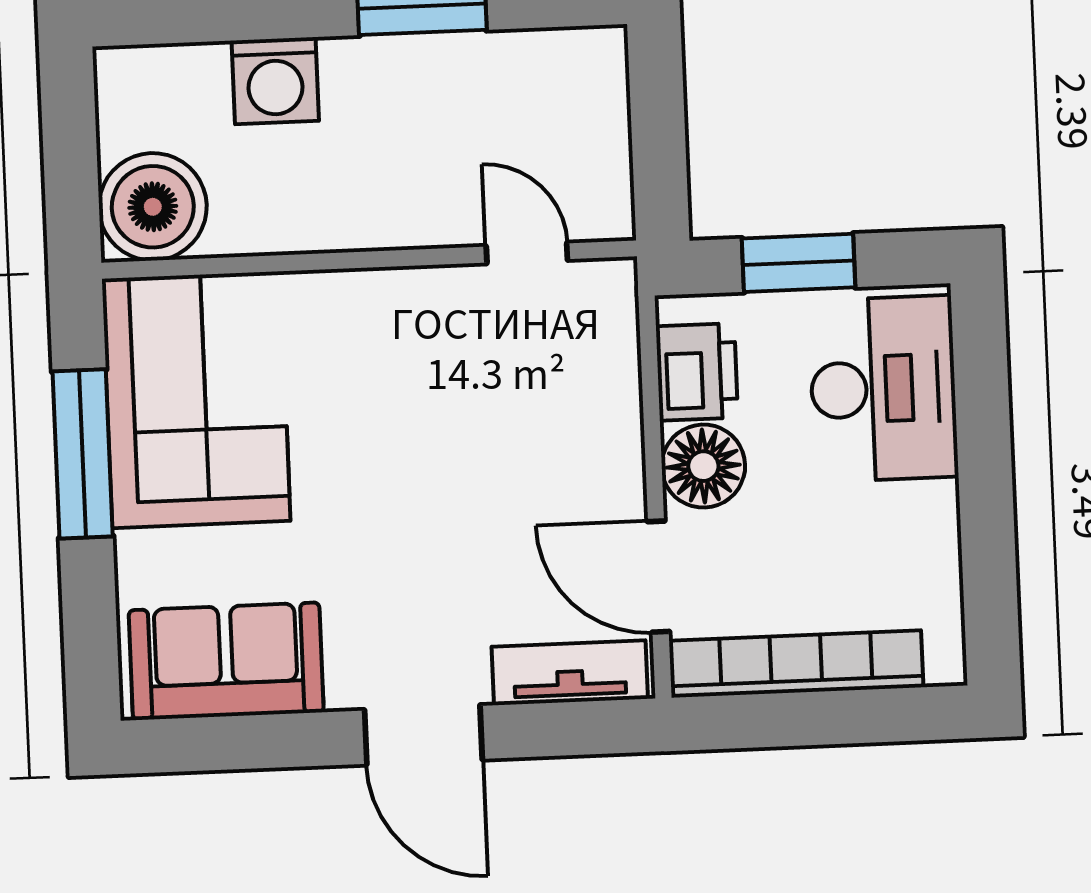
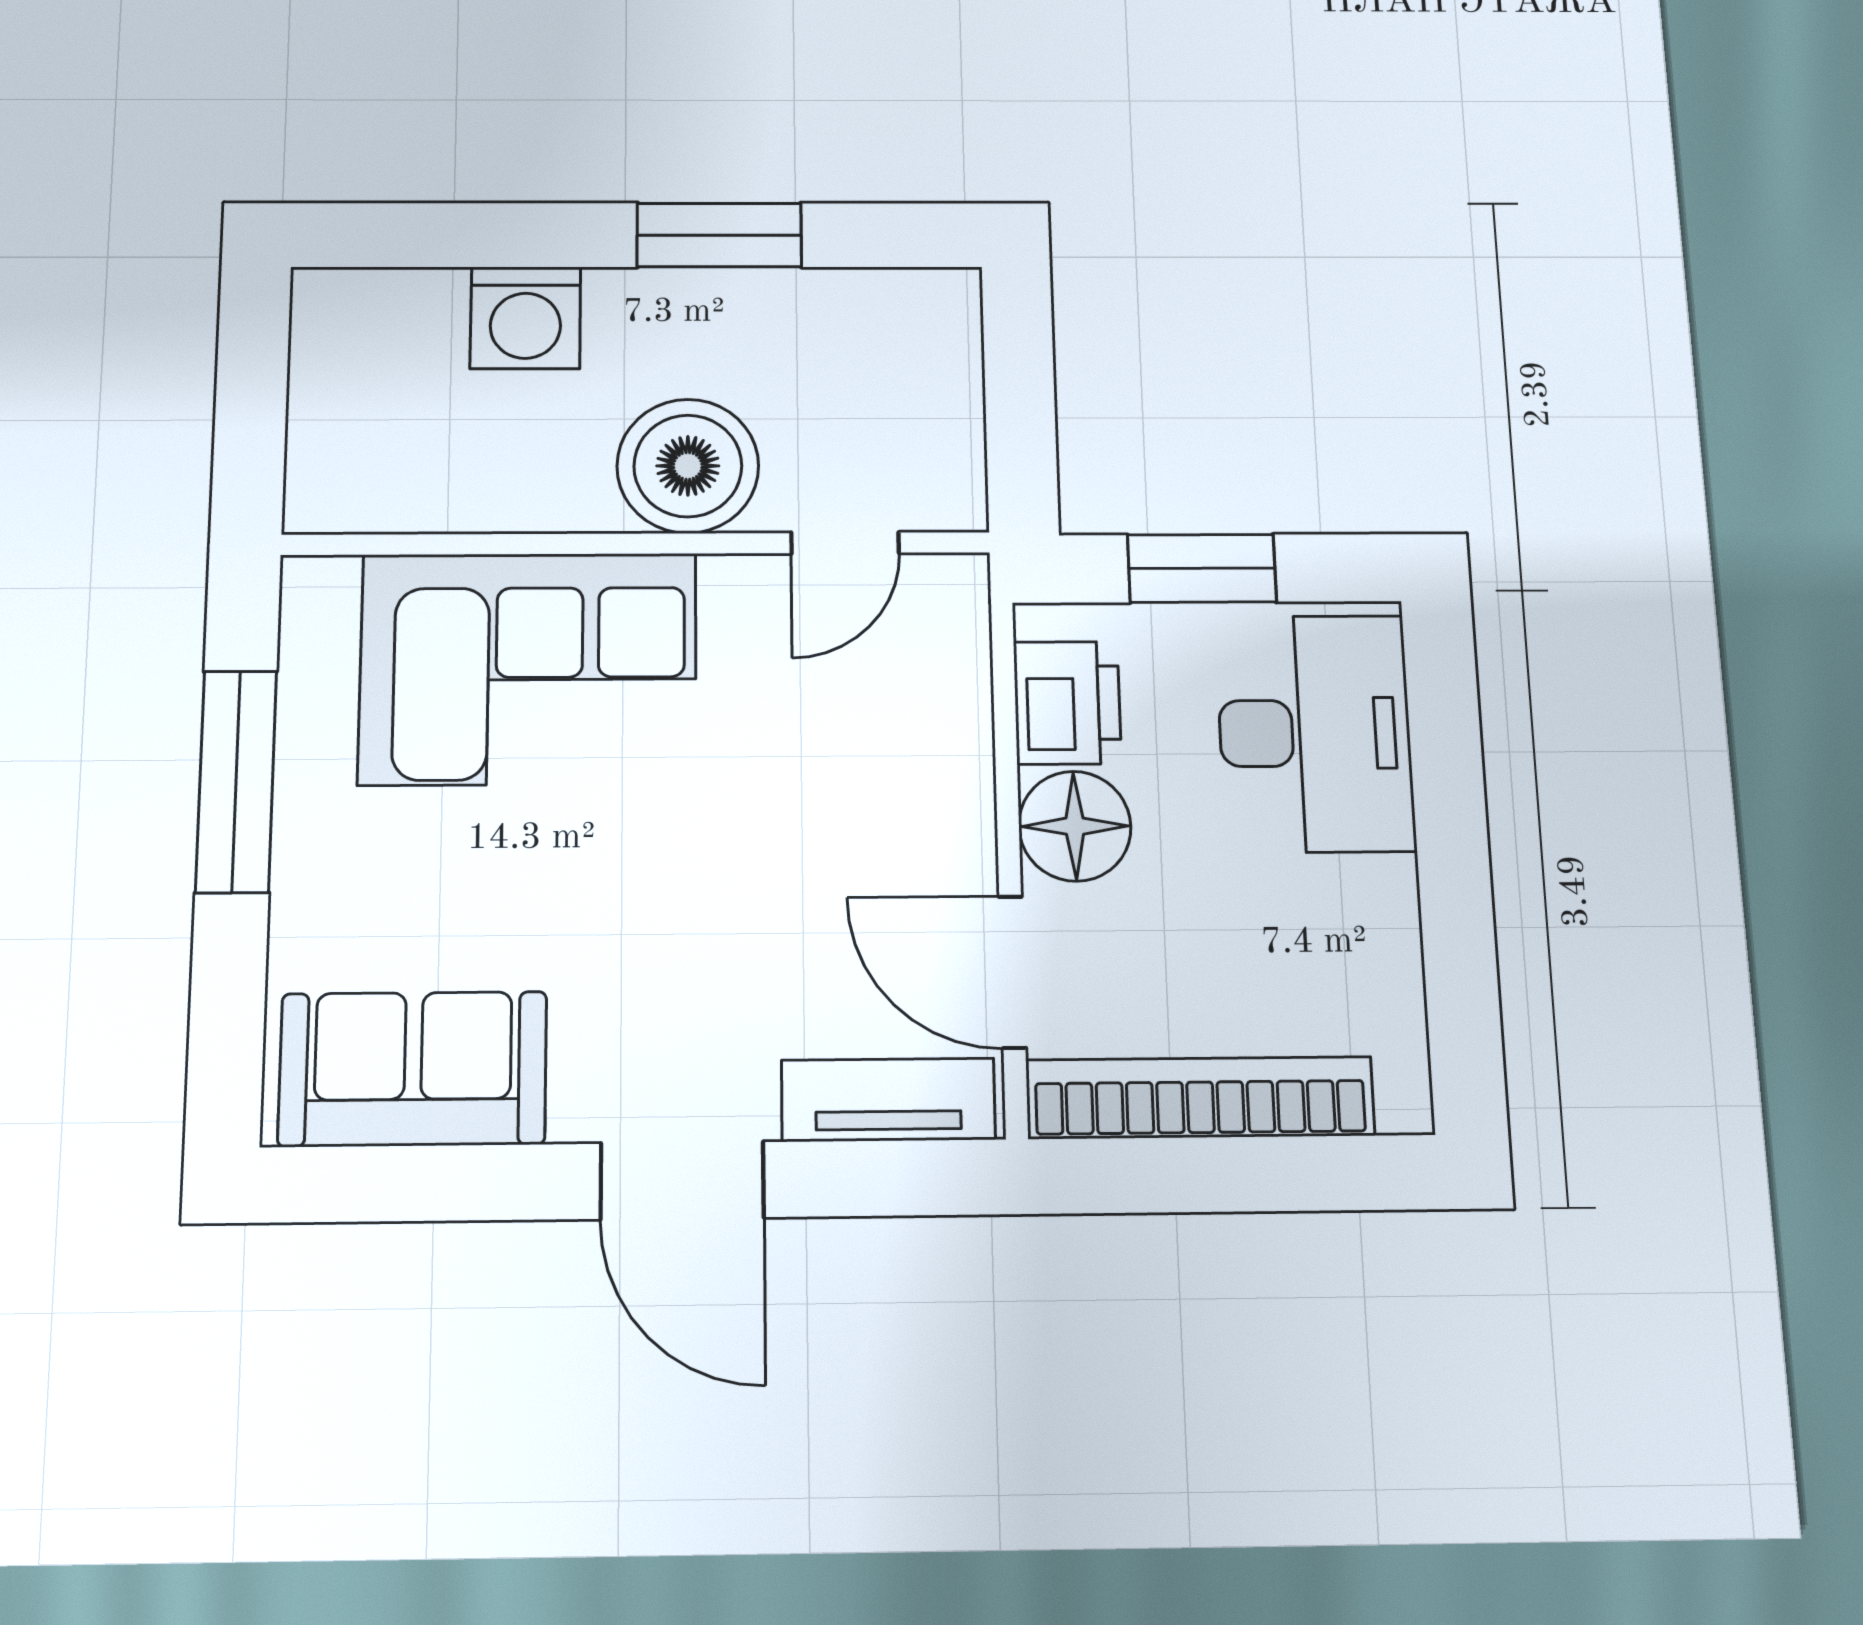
boiler: (153, 207) -> (688, 466), moved
door: (527, 253) -> (845, 543), swing flipped
corner sofa: (196, 400) -> (528, 668), moved, turned 90

